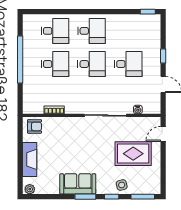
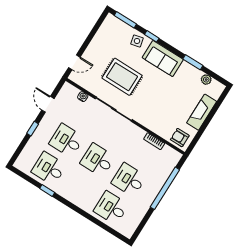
window: (148, 12) -> (47, 191), moved
desk: (92, 31) -> (49, 169), moved
window: (20, 60) -> (165, 188), moved
rug: (133, 154) -> (122, 77), moved
sofa: (78, 184) -> (163, 58), moved
plant: (30, 189) -> (206, 80), moved
window: (85, 197) -> (193, 62), moved

